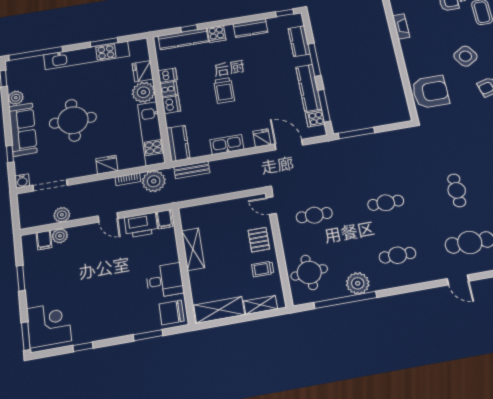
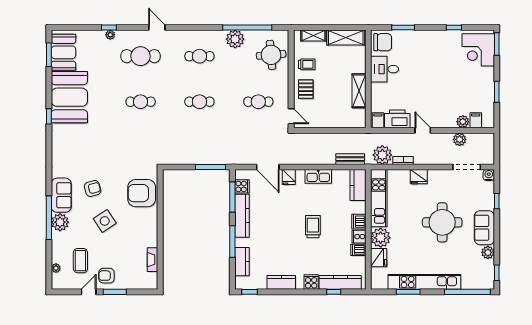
sofa: (23, 129) -> (484, 228), width x0.73
cafe table: (457, 190) -> (141, 102), turned 90

